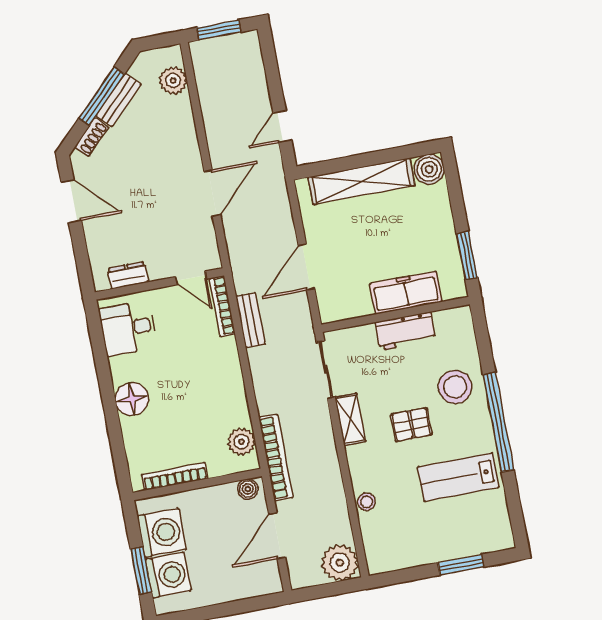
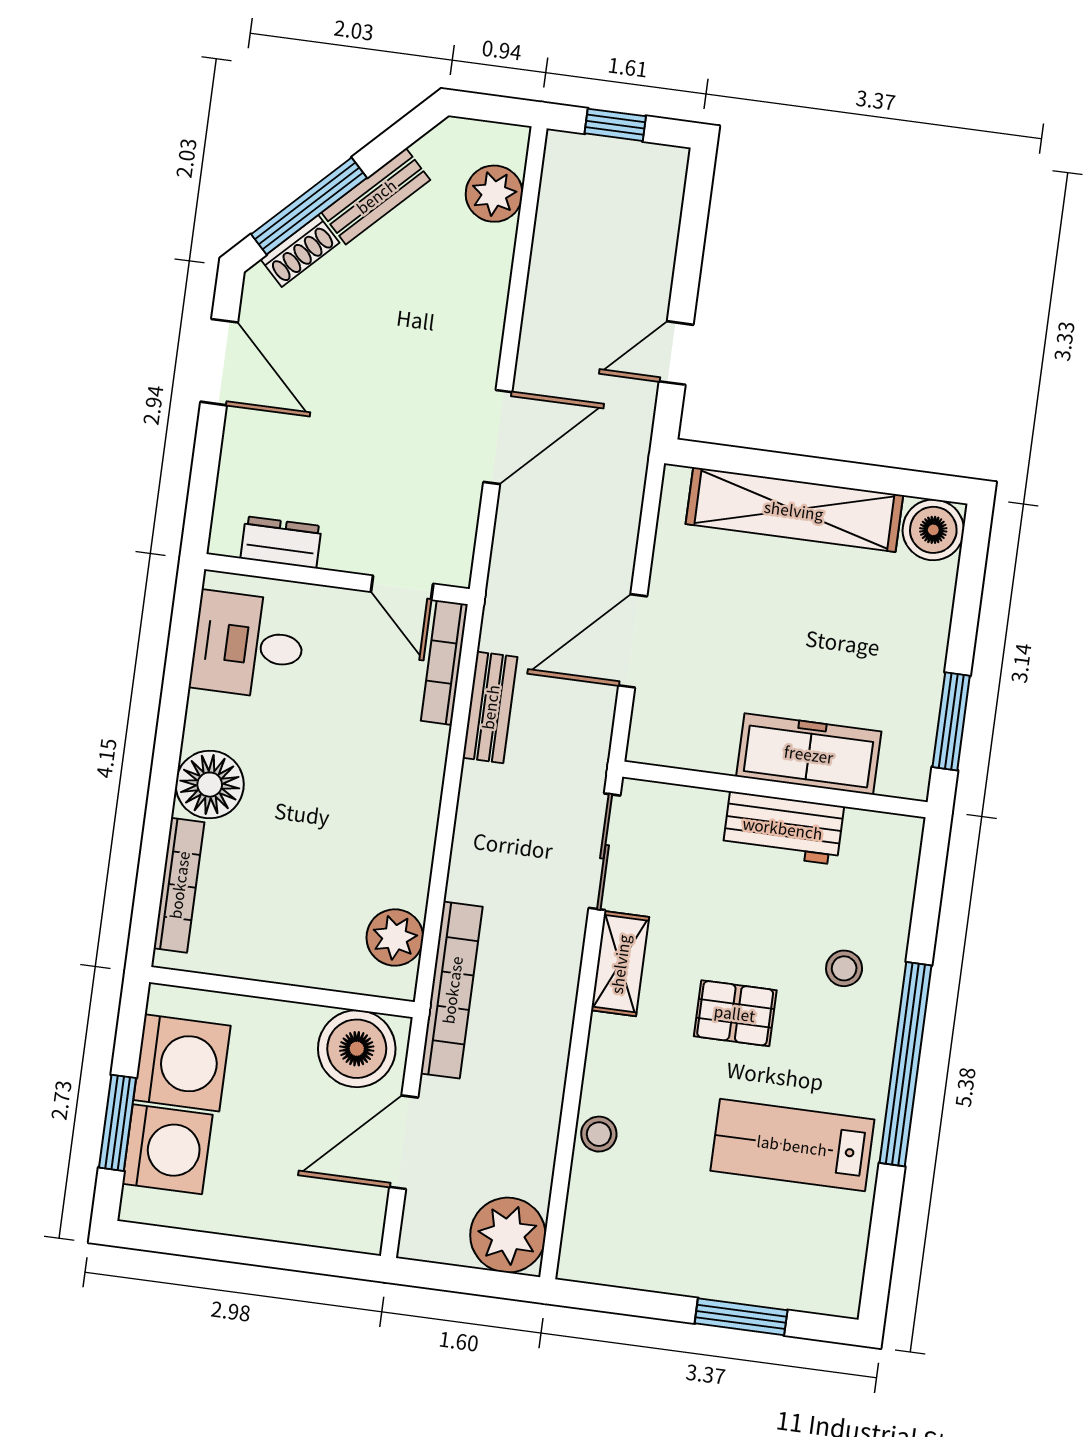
window: (219, 30) -> (615, 125), width x0.67
window: (102, 96) -> (309, 206), moved
stool: (455, 387) -> (844, 968), width x0.53, depth x0.53
bookcase: (175, 477) -> (179, 885), moved, turned 90
boiler: (248, 489) -> (357, 1049), width x1.86, depth x1.86

